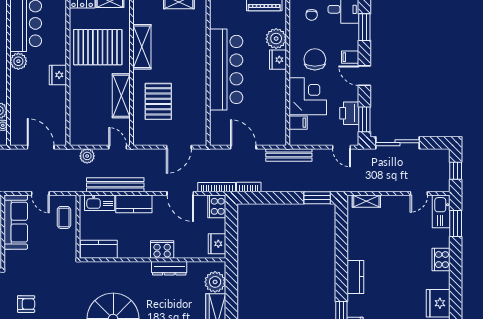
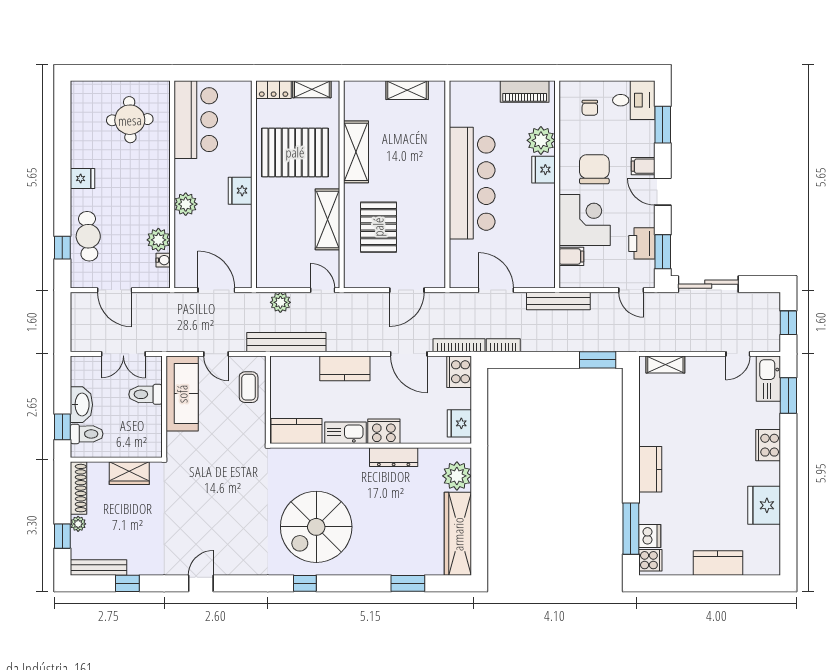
plant: (18, 61) -> (186, 204), moved
bench: (115, 185) -> (286, 342), moved
kitchen sink: (100, 203) -> (346, 433), moved, turned 180
armchair: (26, 304) -> (196, 506), removed

